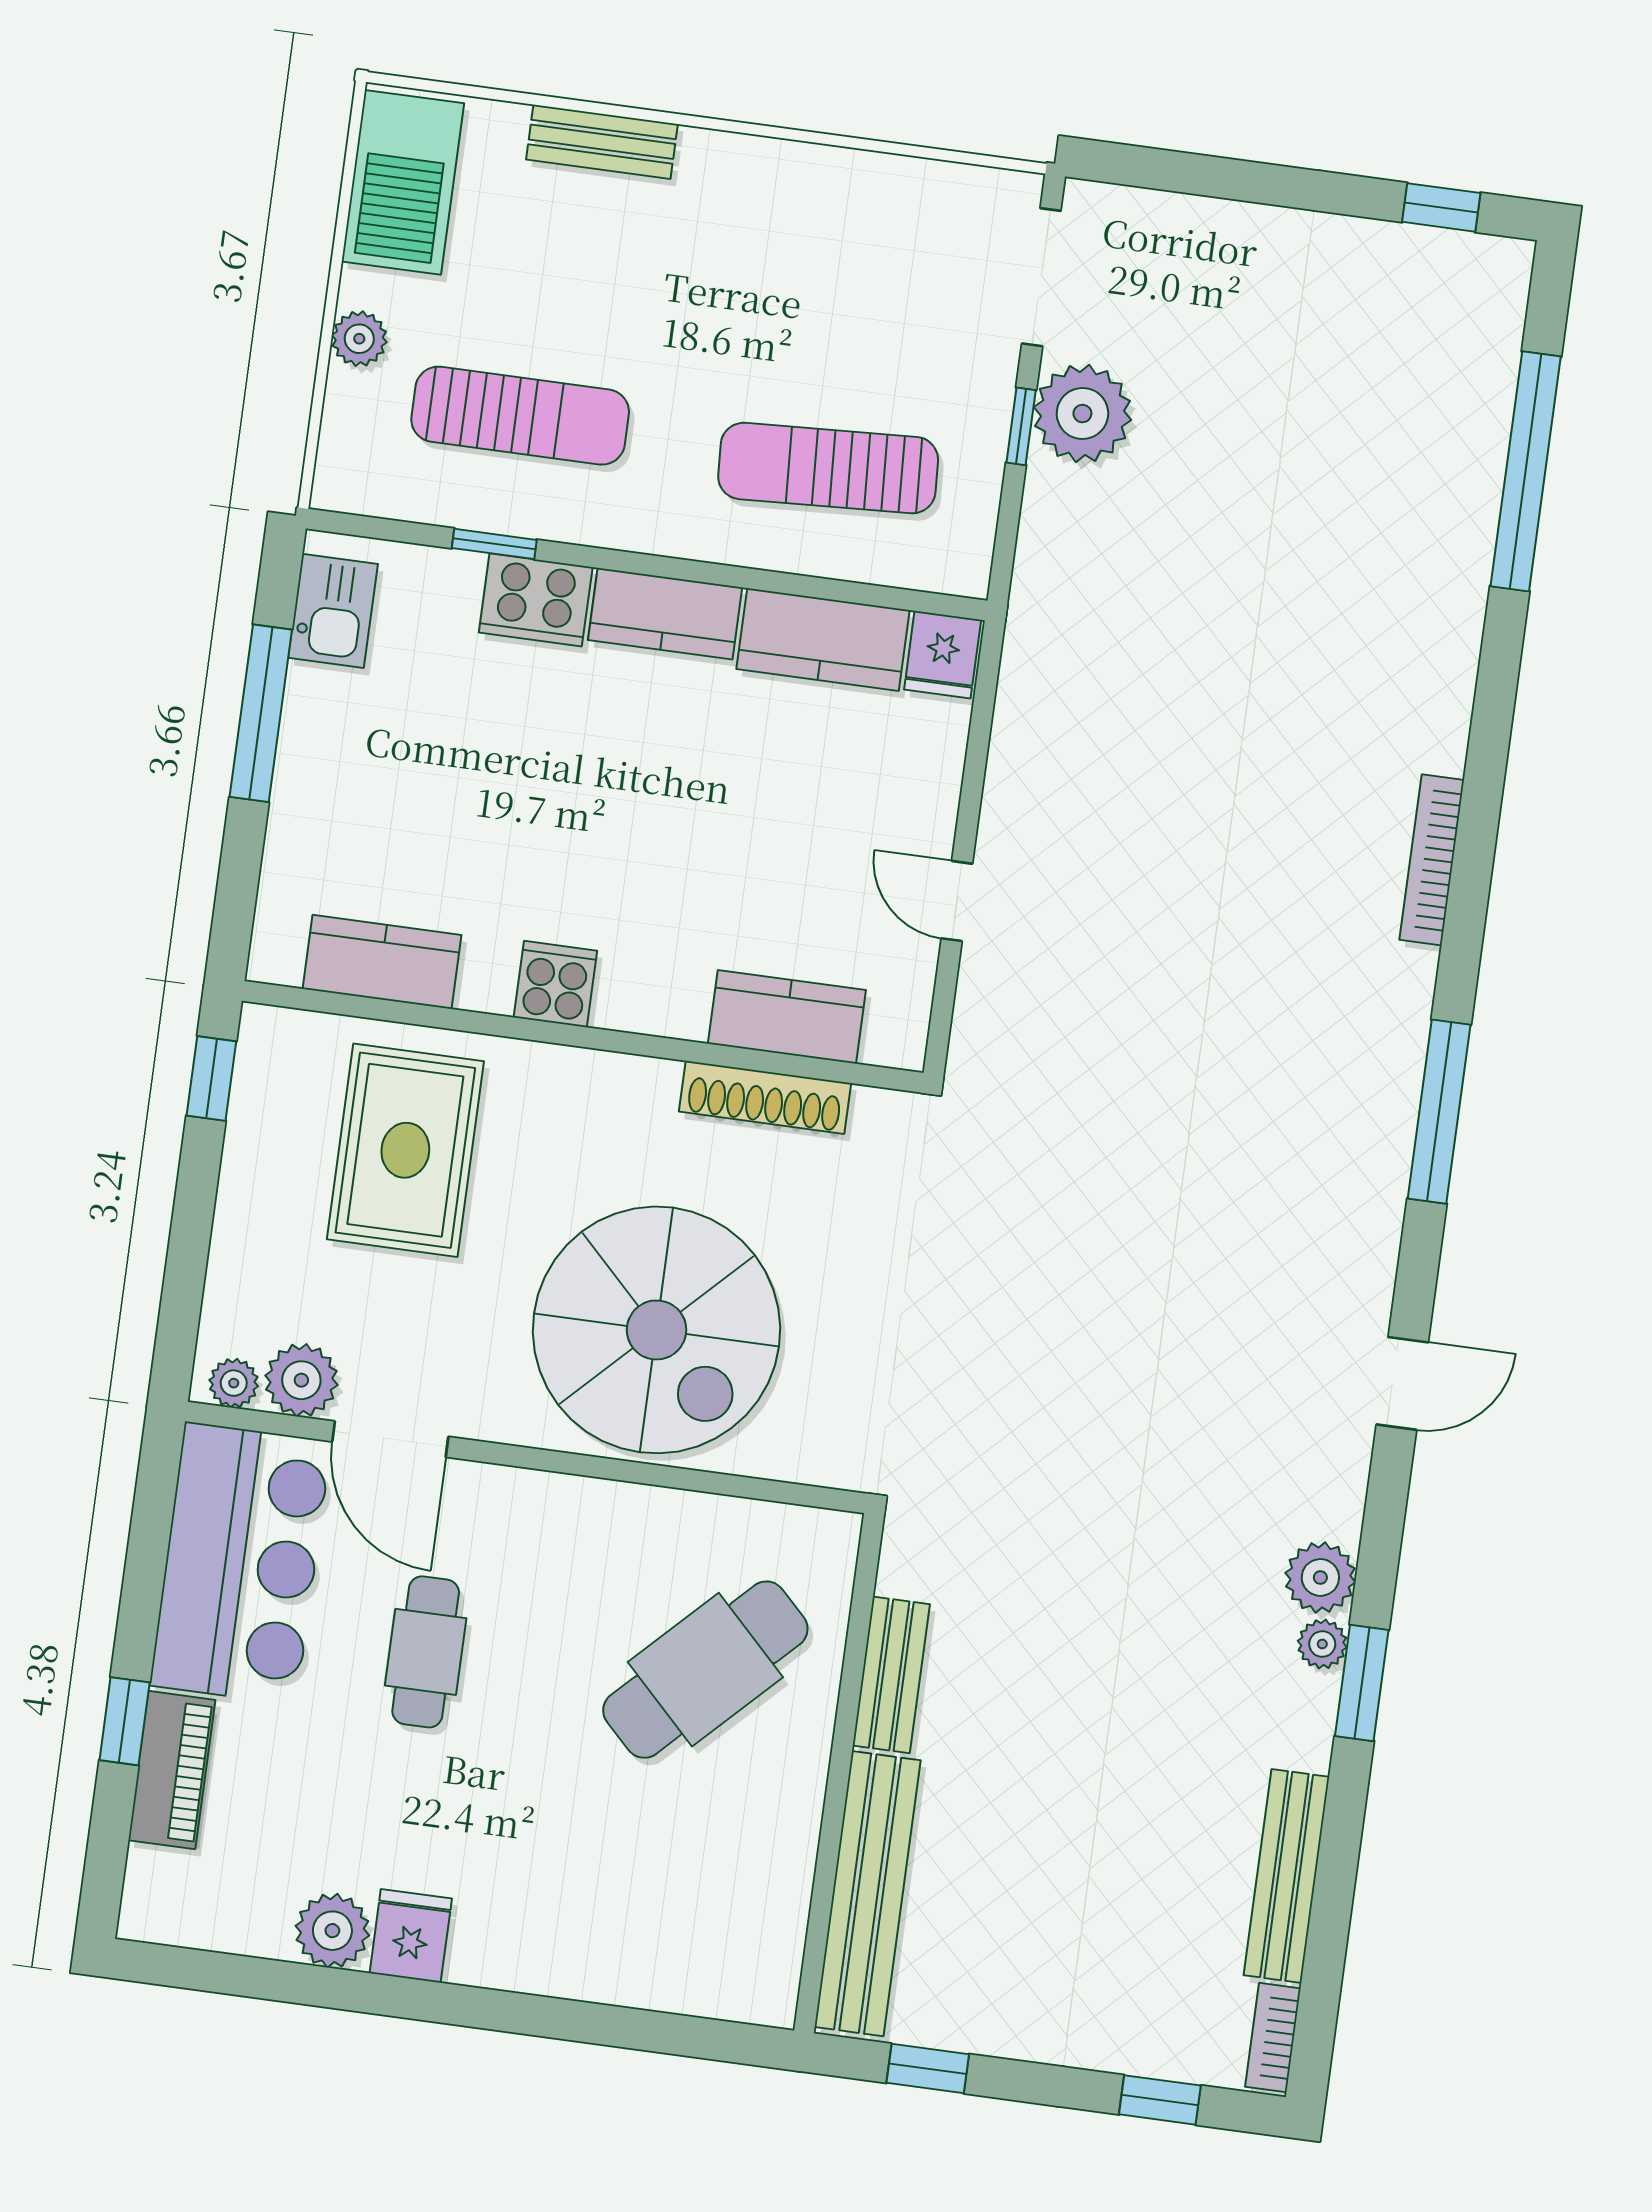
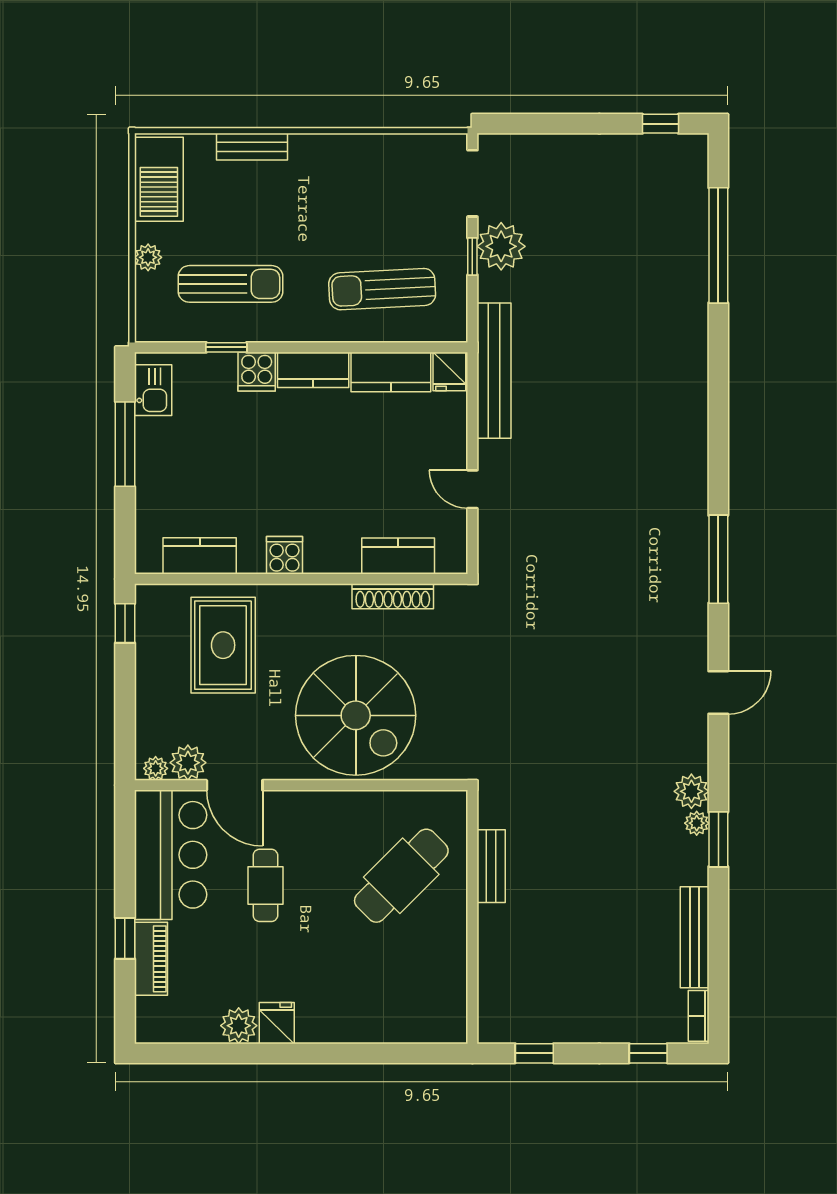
cooker: (536, 600) -> (257, 372), width x0.73
bookcase: (1432, 860) -> (698, 438), removed
bench: (868, 1894) -> (494, 371), moved

